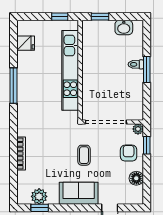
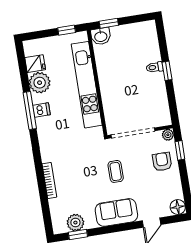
washbasin: (124, 28) -> (101, 36), moved
plant: (27, 61) -> (40, 83), added
window: (147, 69) -> (167, 71), width x0.67
dishwasher: (24, 87) -> (41, 110), added
floor lamp: (136, 178) -> (178, 207), moved

